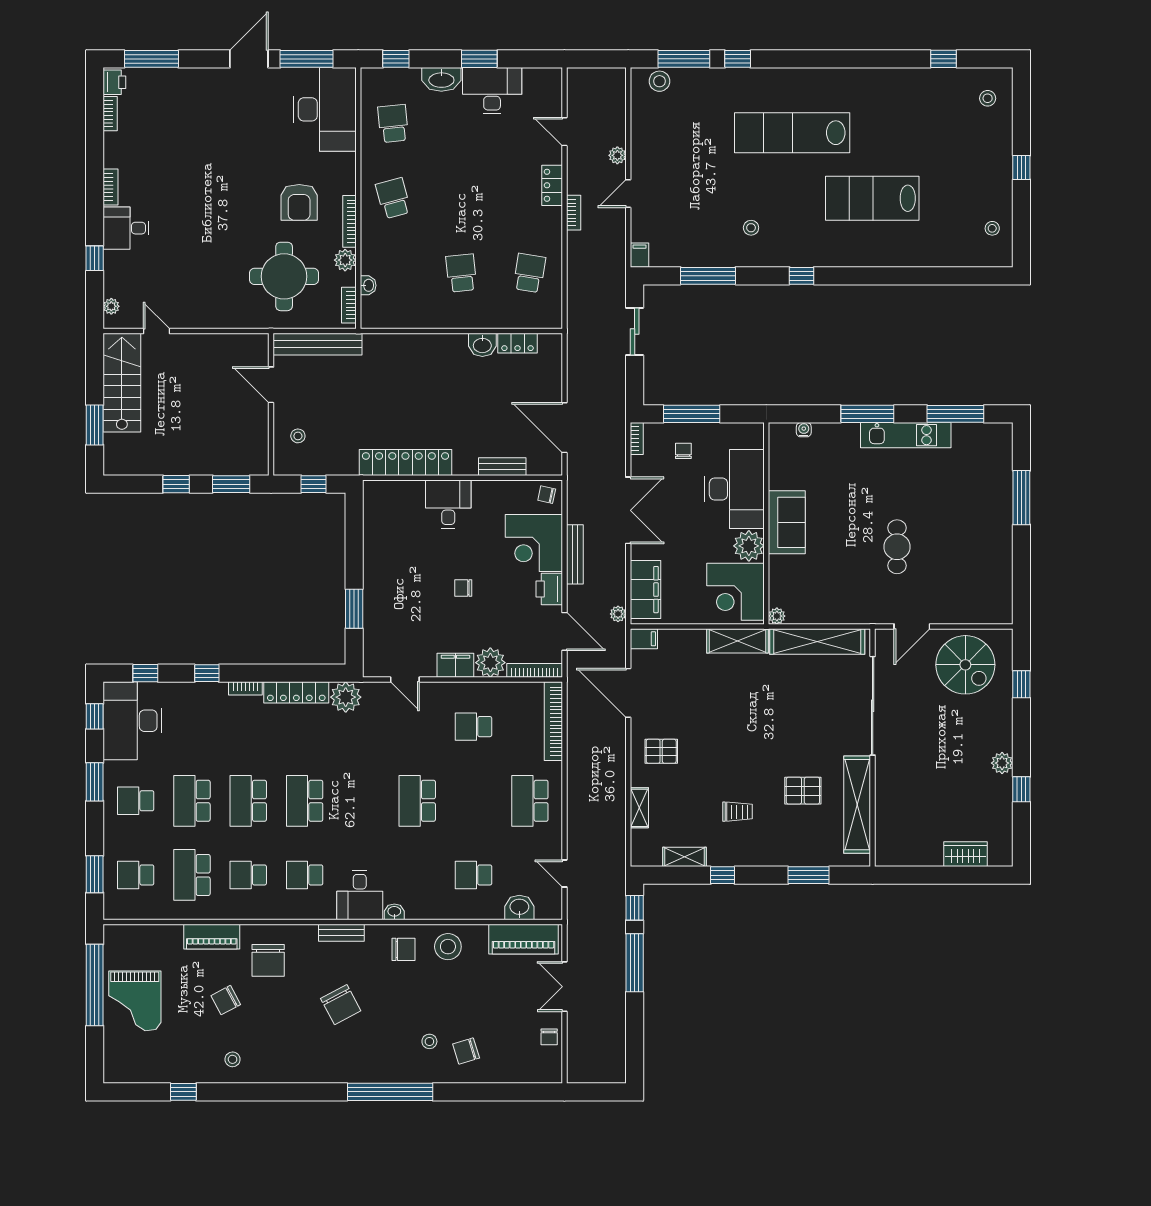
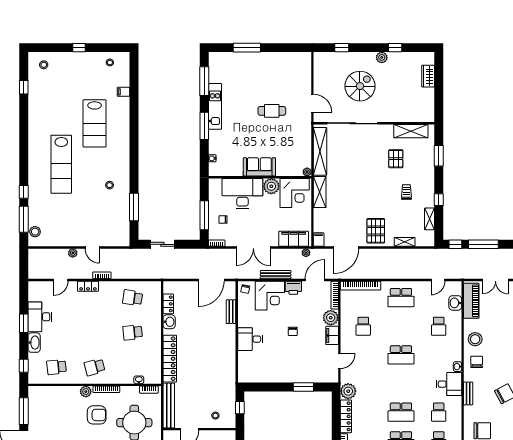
desk: (325, 109) -> (49, 402), removed
filing cabinet: (639, 255) -> (123, 92), moved
plant: (345, 260) -> (86, 392), moved
window: (802, 276) -> (134, 159), removed
locker: (405, 463) -> (170, 359), moved, turned 180
double door: (628, 510) -> (253, 248), swing flipped
spiral stairs: (965, 665) -> (360, 86), moved
pallet: (661, 751) -> (376, 231), width x1.50, depth x1.42
shelving: (857, 805) -> (411, 131), width x0.68

